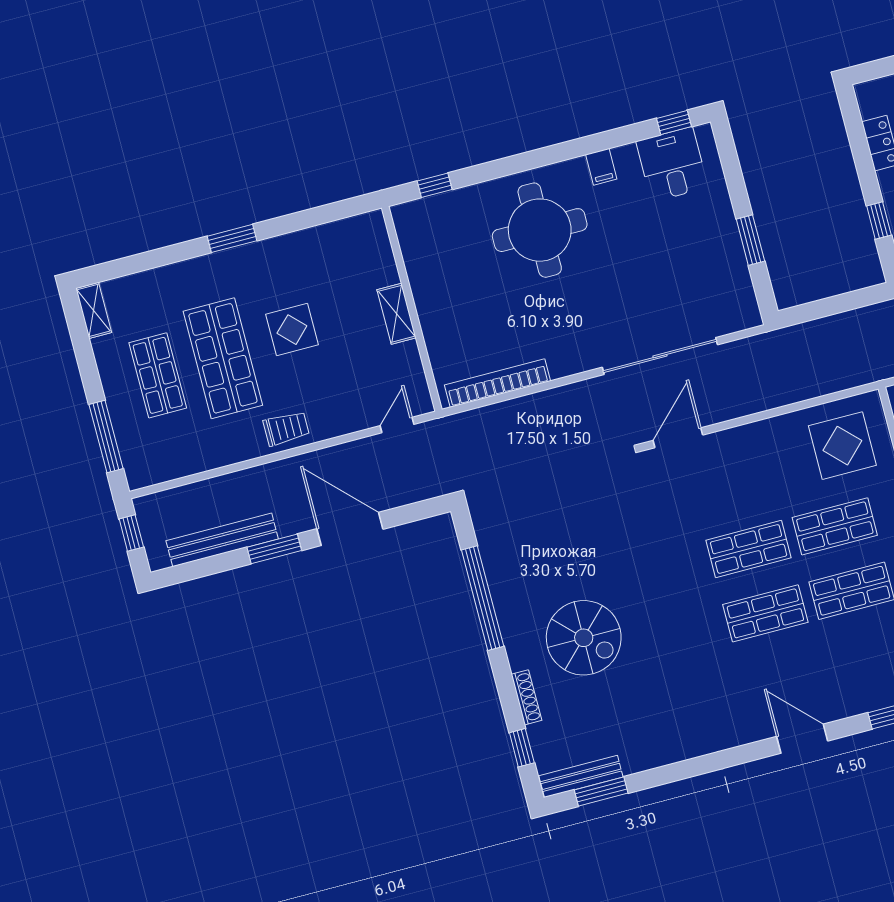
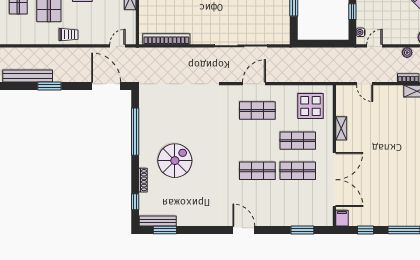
door: (678, 438) -> (254, 84), moved
door: (350, 529) -> (106, 86), moved
shop shelf: (749, 549) -> (257, 110), moved
spiral stairs: (584, 638) -> (175, 161), turned -90
door: (802, 739) -> (244, 230), moved

